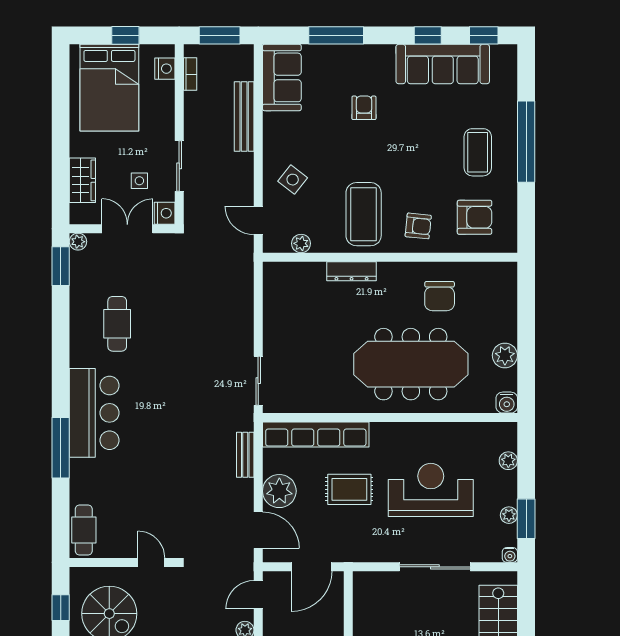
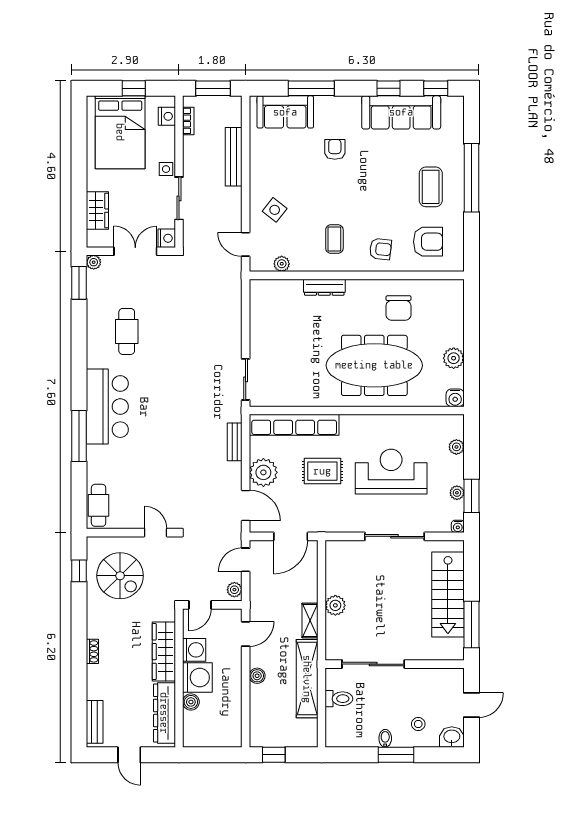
sofa: (282, 77) -> (285, 112), moved, turned 90
side table: (139, 181) -> (166, 169), moved
coffee table: (364, 214) -> (334, 239), width x0.54, depth x0.58

